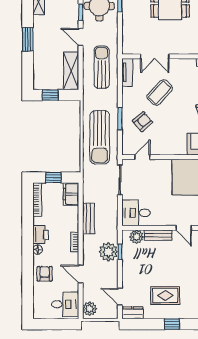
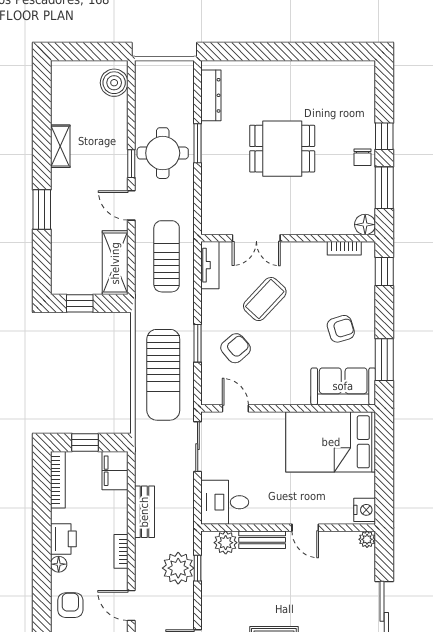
door: (142, 157) -> (235, 408), hinge flipped

